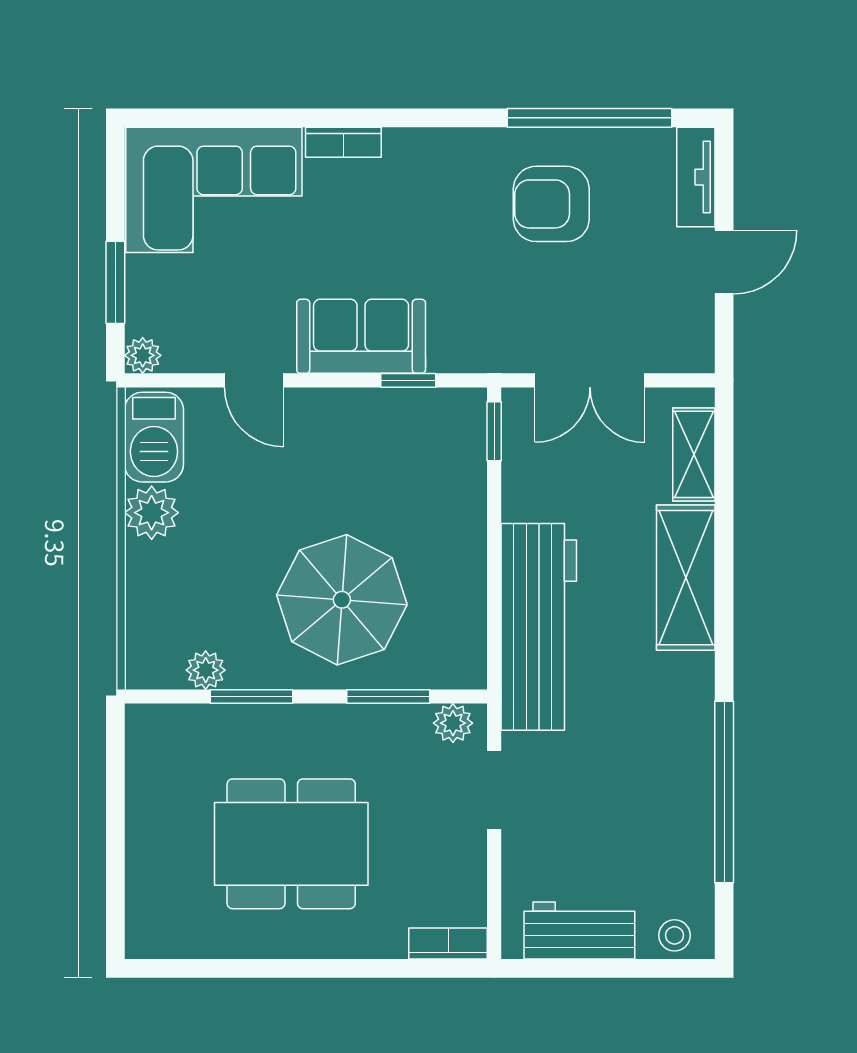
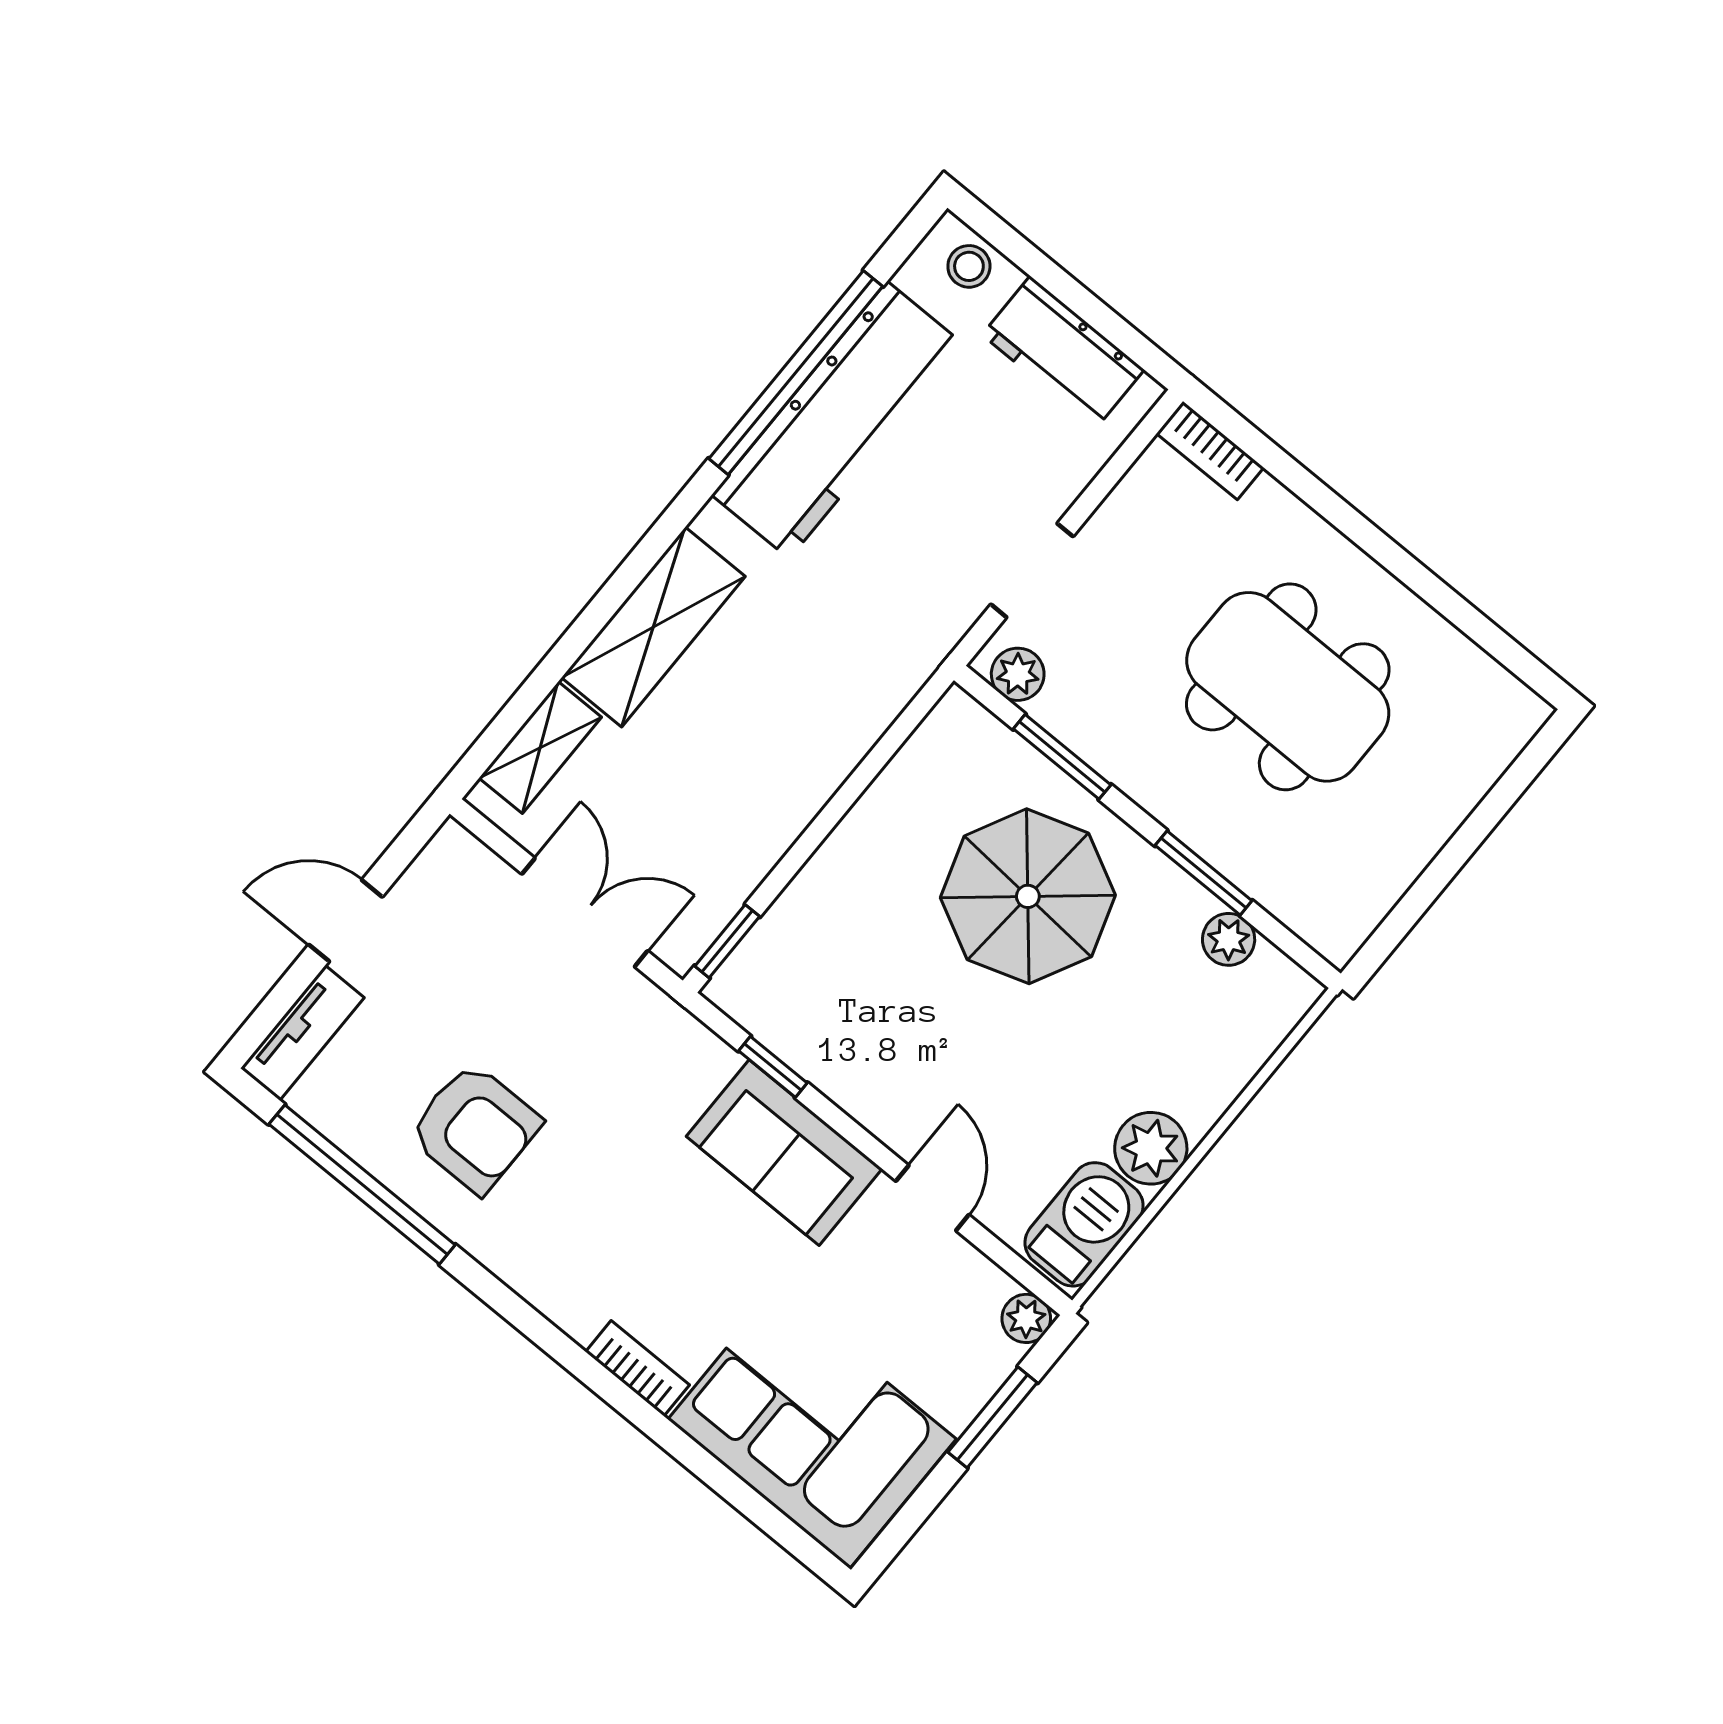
workbench: (539, 627) -> (838, 420), moved, turned 180

